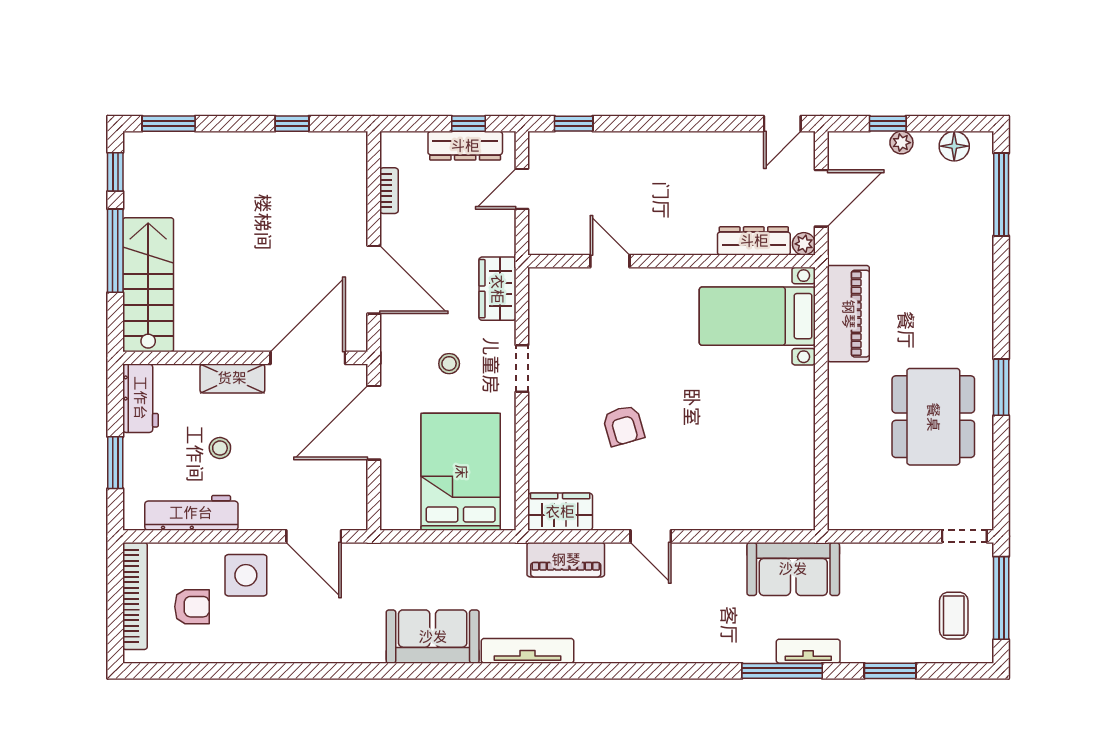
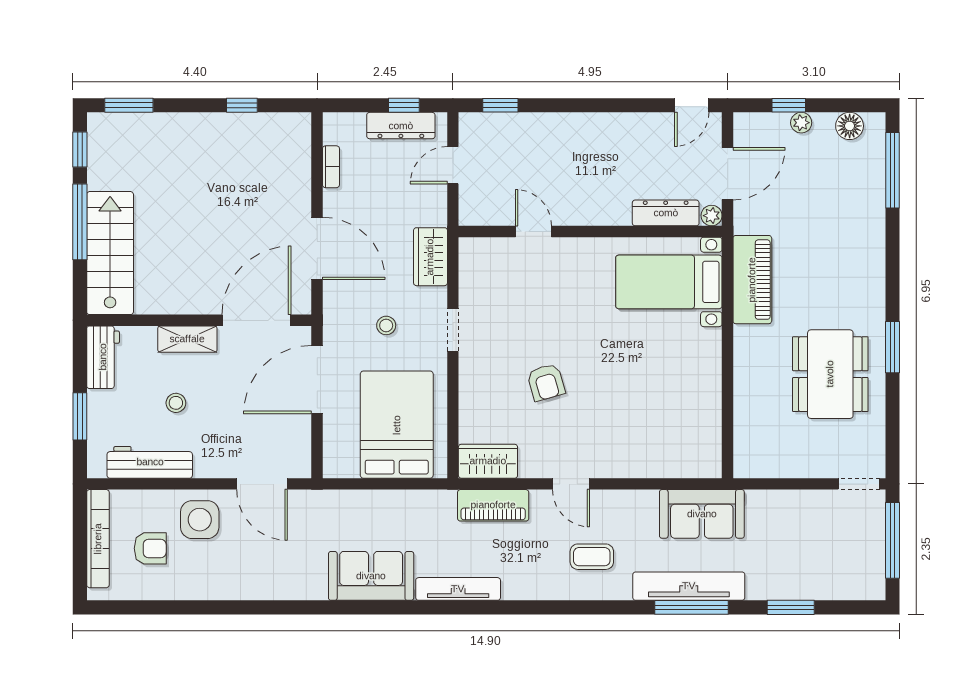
coffee table: (954, 616) -> (592, 557), moved, turned 90
tv unit: (808, 651) -> (689, 586), width x1.92, depth x1.29

